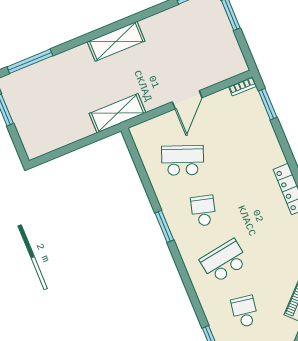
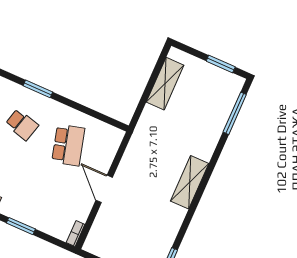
window: (268, 104) -> (21, 226), moved
shelving: (118, 113) -> (165, 84), moved
school desk: (183, 160) -> (68, 145), turned -36

